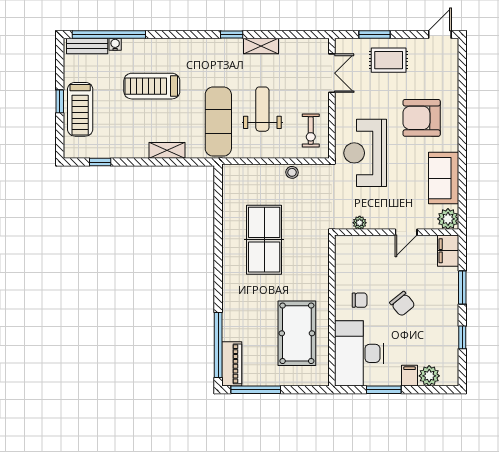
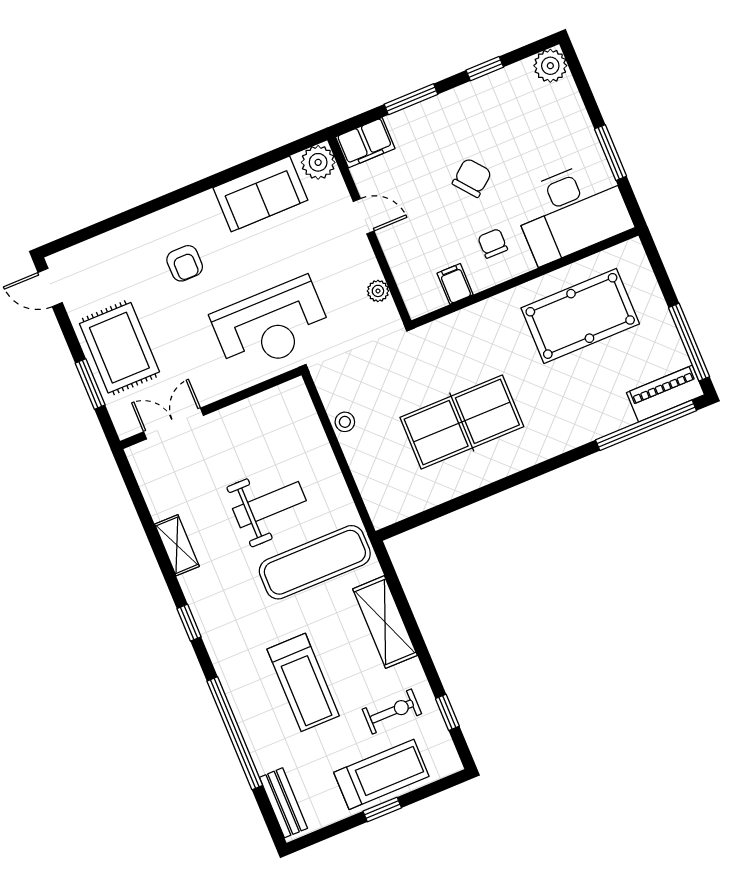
window: (109, 35) -> (235, 733), moved
window: (232, 35) -> (189, 623), moved
water cooler: (115, 44) -> (264, 762), removed
rug: (389, 60) -> (119, 348), width x1.36, depth x1.43
weight bench: (262, 109) -> (269, 505), turned 180
armchair: (422, 118) -> (185, 263), width x0.53, depth x0.53
exercise bike: (311, 131) -> (392, 711), moved
shelving: (167, 150) -> (385, 622), width x1.50, depth x1.33
filing cabinet: (410, 376) -> (455, 284), moved, turned 90
plant: (429, 376) -> (550, 66), moved

